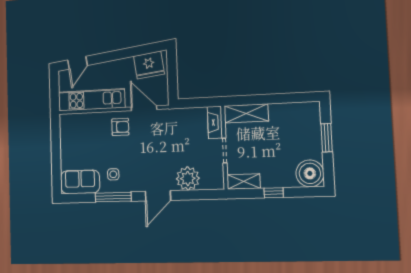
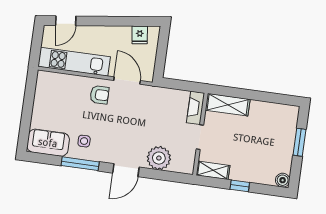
fridge: (149, 65) -> (140, 35), width x0.53, depth x0.75
boiler: (310, 173) -> (283, 180), width x0.54, depth x0.54

